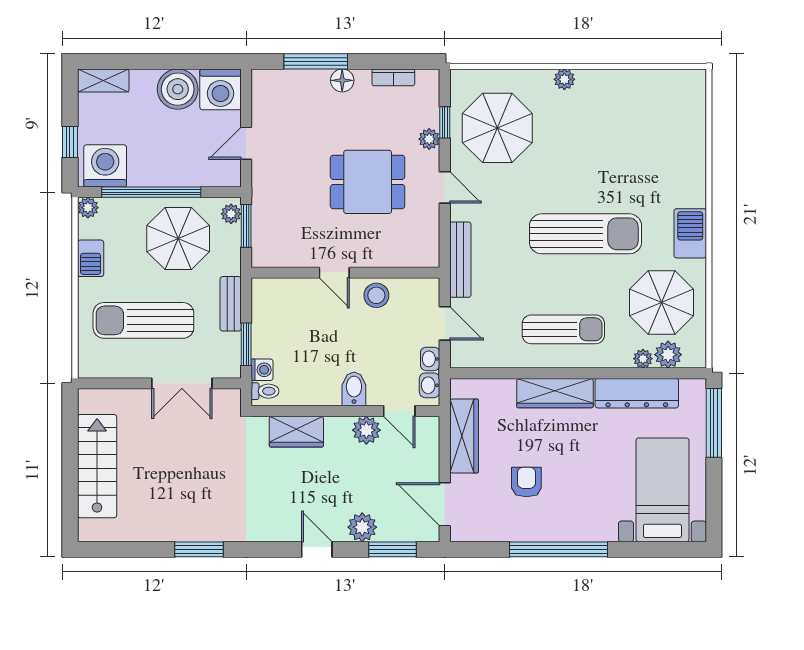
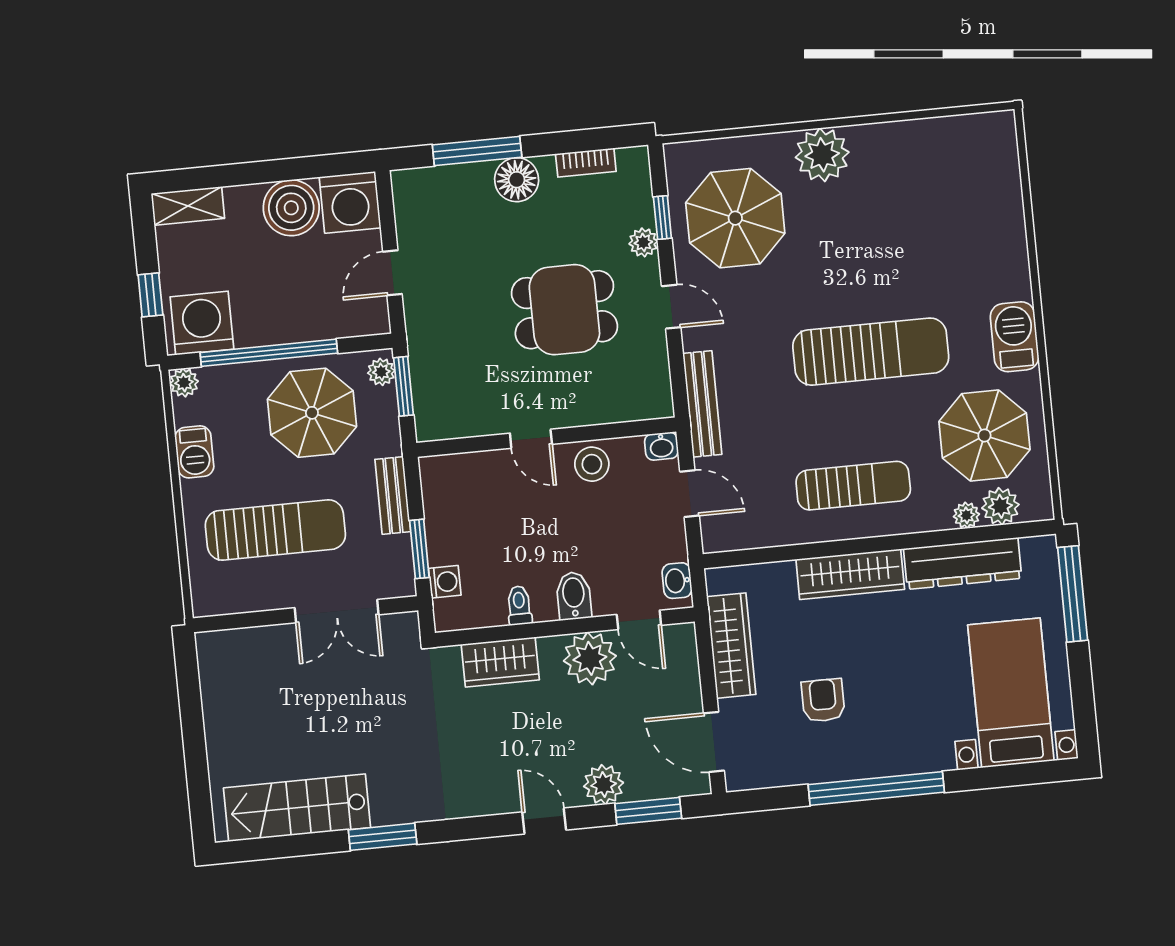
plant: (564, 79) -> (822, 155), width x1.87, depth x1.87
floor lamp: (342, 80) -> (517, 180), width x1.38, depth x1.38
sun lounger: (143, 320) -> (275, 530), turned 180
washbasin: (430, 359) -> (661, 446), moved, turned -90
toilet: (265, 391) -> (519, 605), moved, turned -90
plant: (366, 430) -> (590, 658), width x1.36, depth x1.36
stairs: (97, 466) -> (297, 808), moved, turned -90

